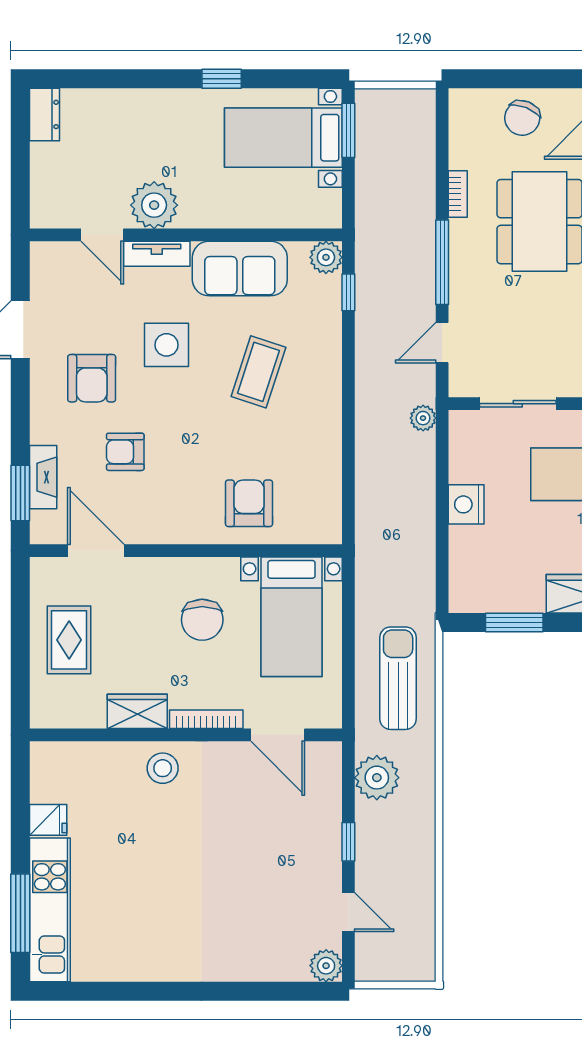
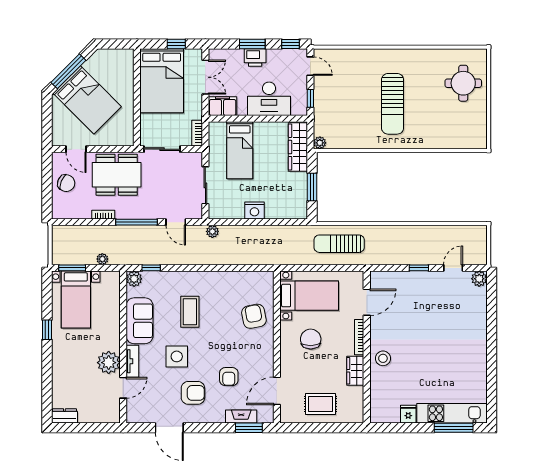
coffee table: (258, 372) -> (190, 312), turned 72
armchair: (249, 503) -> (254, 316), turned 79
chair: (202, 620) -> (311, 339), turned -91
plant: (377, 778) -> (102, 259), moved, width x0.53, depth x0.53

